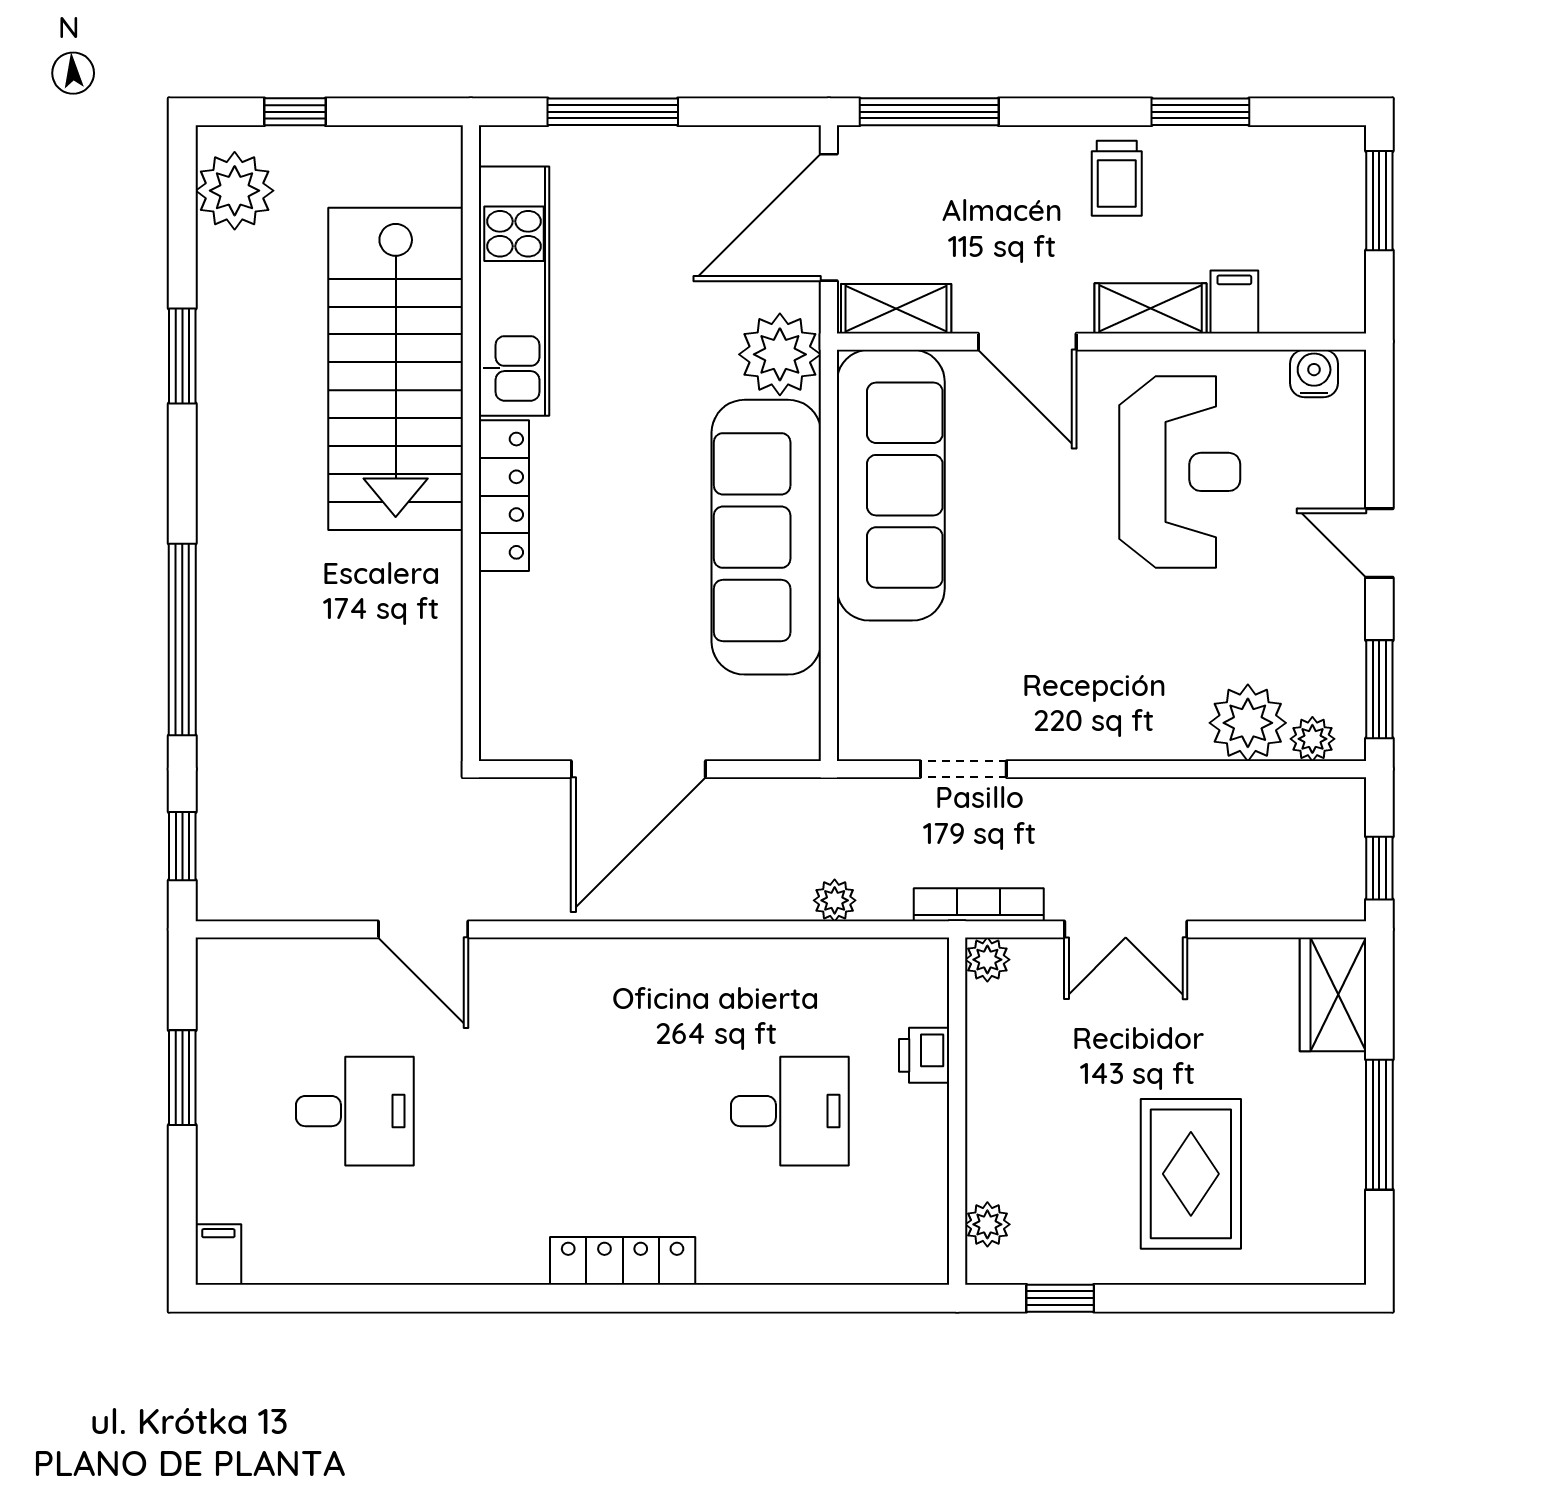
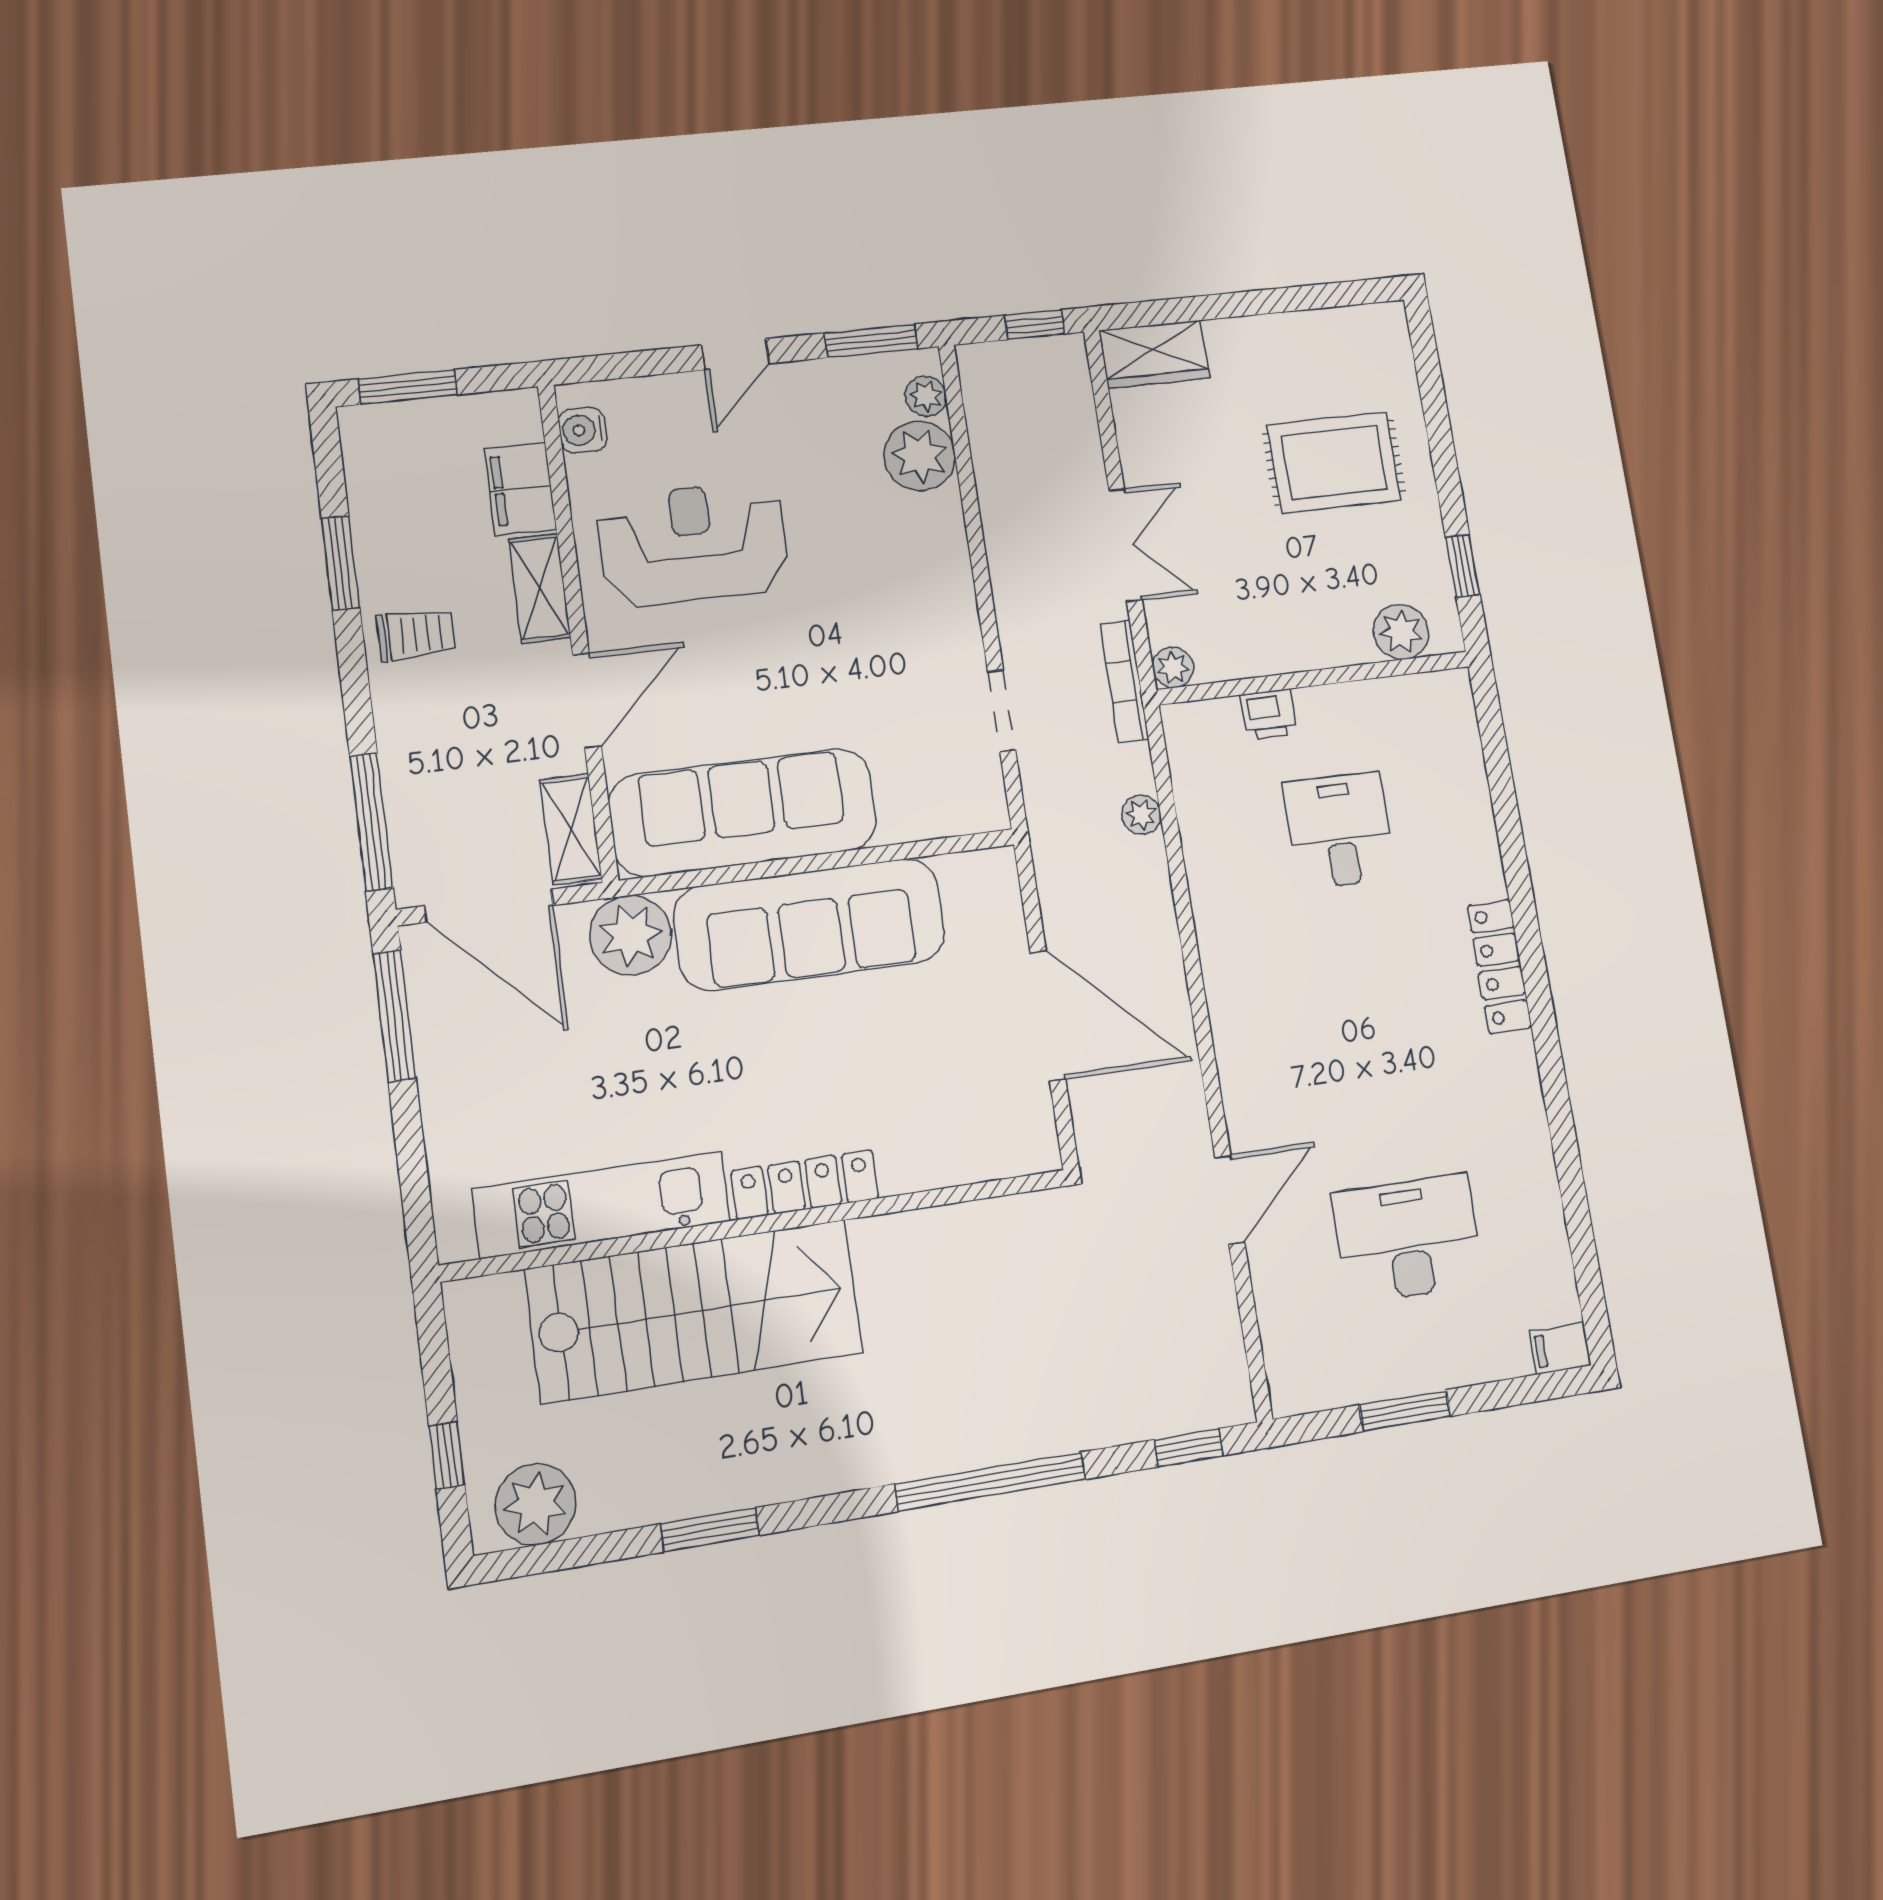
window: (613, 112) -> (394, 1016), moved
filing cabinet: (1234, 302) -> (521, 489), width x2.00
desk: (355, 1111) -> (1408, 1239), width x1.37
window: (1379, 1125) -> (1263, 302), removed
plant: (987, 1224) -> (1401, 632), width x1.38, depth x1.38

